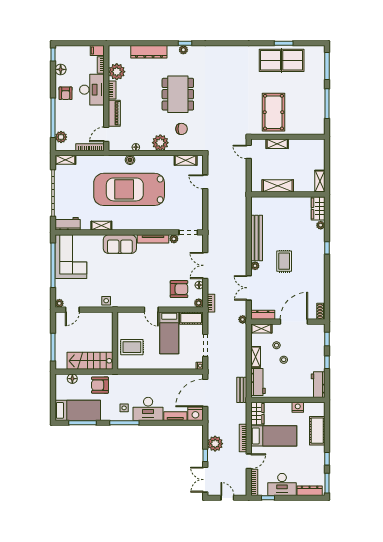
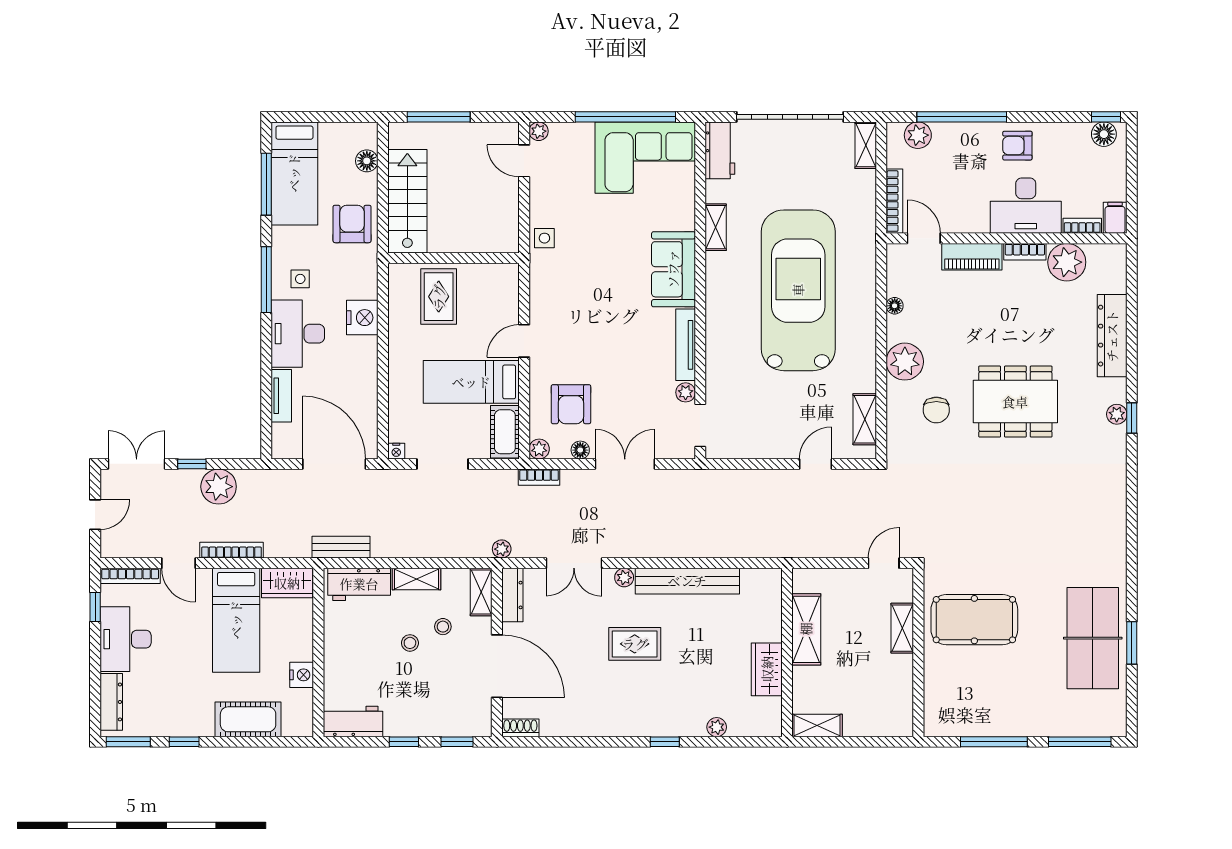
floor lamp: (61, 69) -> (1104, 134), moved
boiler: (130, 160) -> (866, 292), removed
wardrobe: (318, 209) -> (767, 669), moved, turned -90
double door: (249, 288) -> (574, 563), swing flipped
nightstand: (195, 414) -> (362, 318), moved, turned 180

